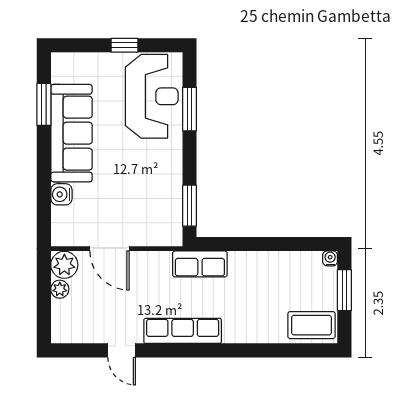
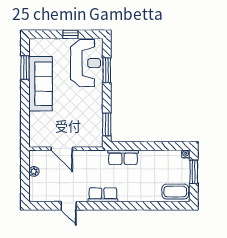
water cooler: (61, 194) -> (35, 118), removed
row of seats: (200, 264) -> (123, 157), moved
plant: (64, 265) -> (36, 158), removed
row of seats: (183, 331) -> (103, 195), width x0.68

